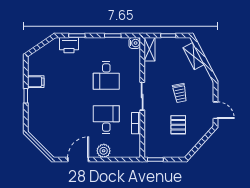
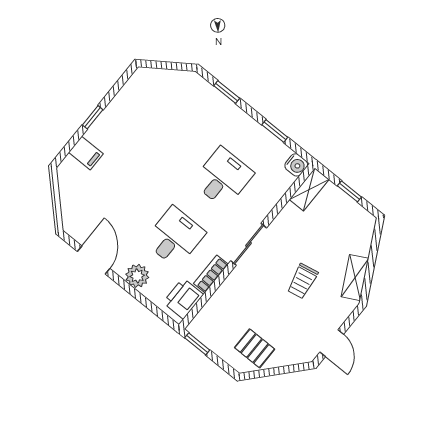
printer: (69, 45) -> (183, 299), moved, turned 90
shelving: (194, 56) -> (355, 278), moved
desk: (106, 75) -> (223, 178), turned 180
filing cabinet: (36, 82) -> (86, 153), moved
pallet: (178, 125) -> (255, 348), moved, turned 90
door: (78, 159) -> (94, 260), hinge flipped

